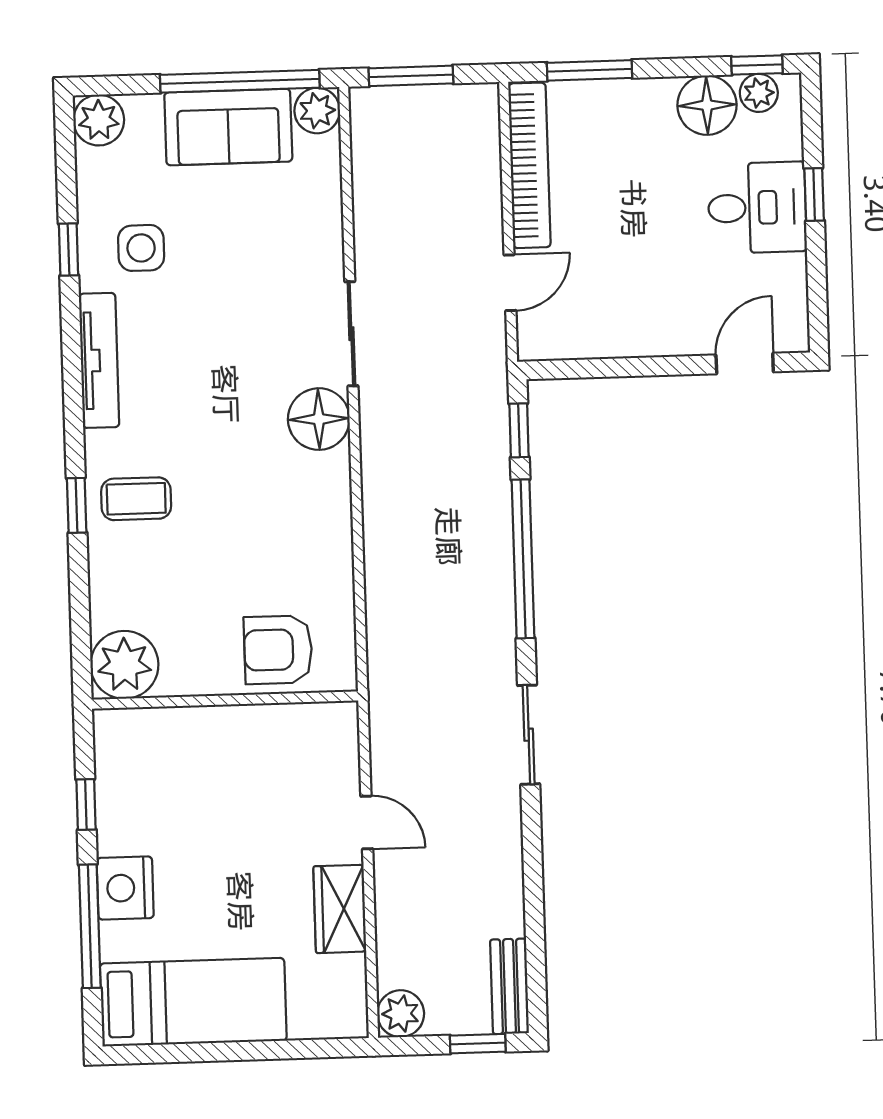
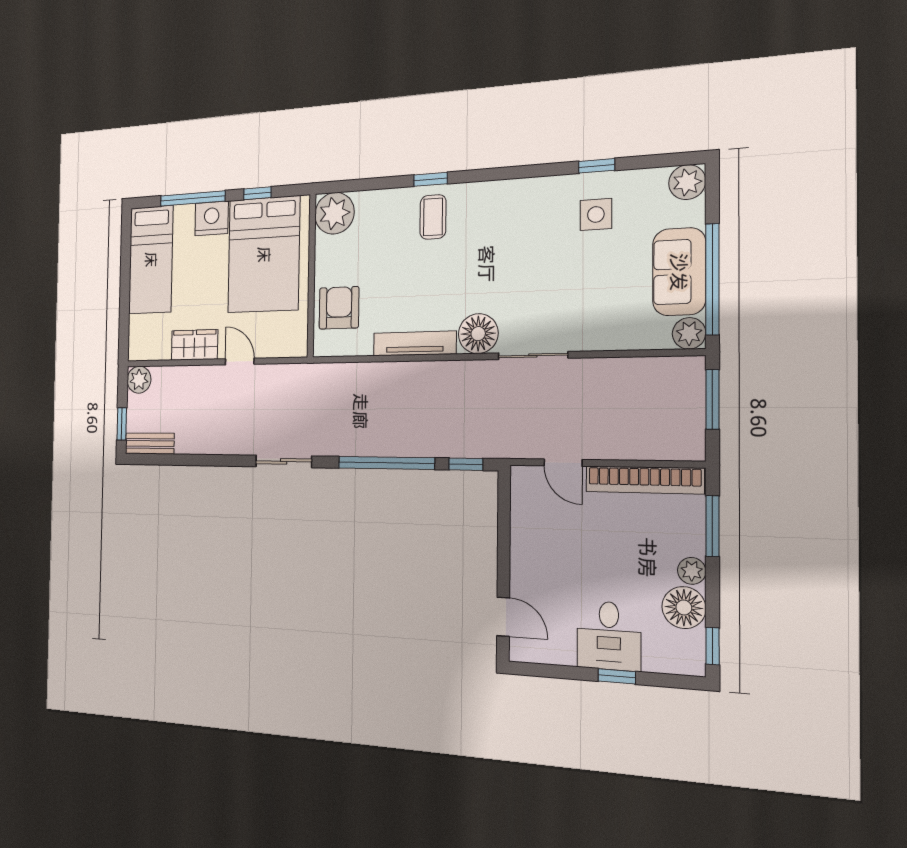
plant: (759, 93) -> (692, 571), moved
tv unit: (99, 360) -> (415, 343), moved, turned 180
bed: (189, 788) -> (264, 255), added
door: (367, 823) -> (240, 361), swing flipped

